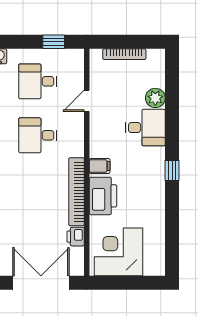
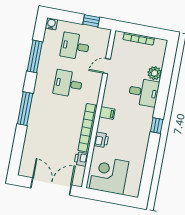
printer: (103, 196) -> (101, 140), width x0.53, depth x0.68

